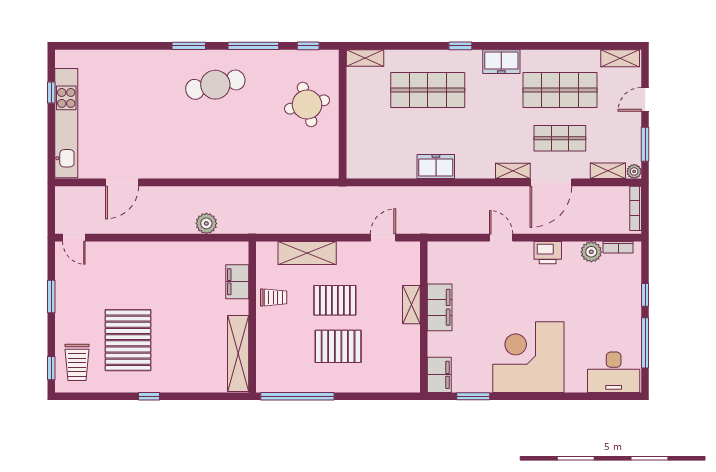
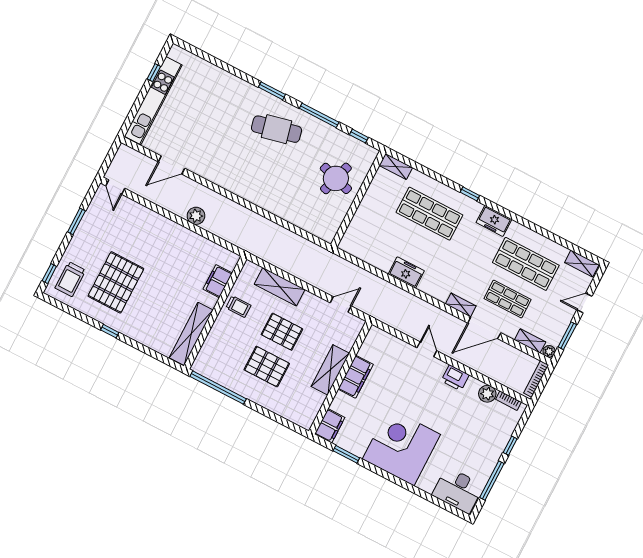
round table: (307, 104) -> (336, 178), turned 31
plant: (206, 223) -> (196, 216), moved
shelving: (411, 305) -> (330, 370), width x1.50, depth x1.33

